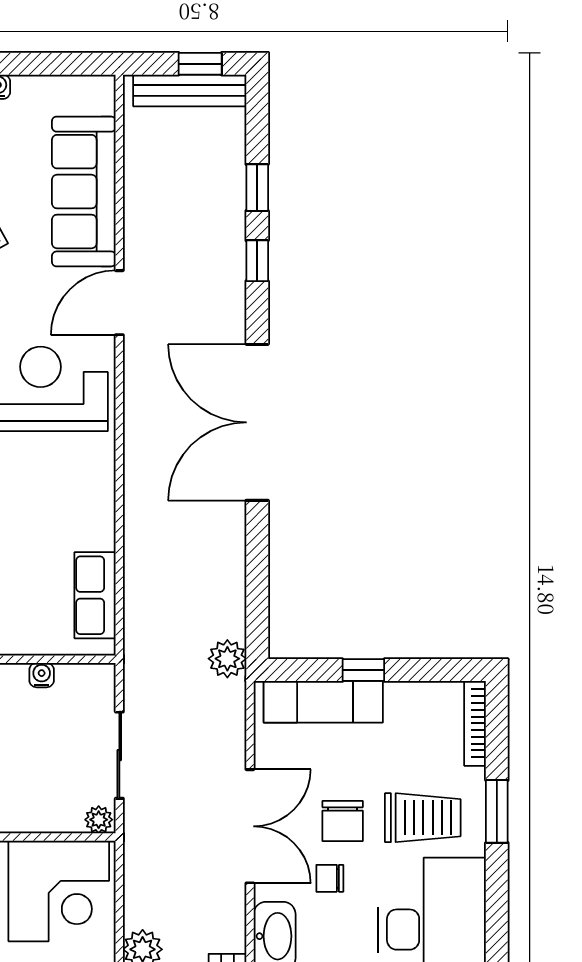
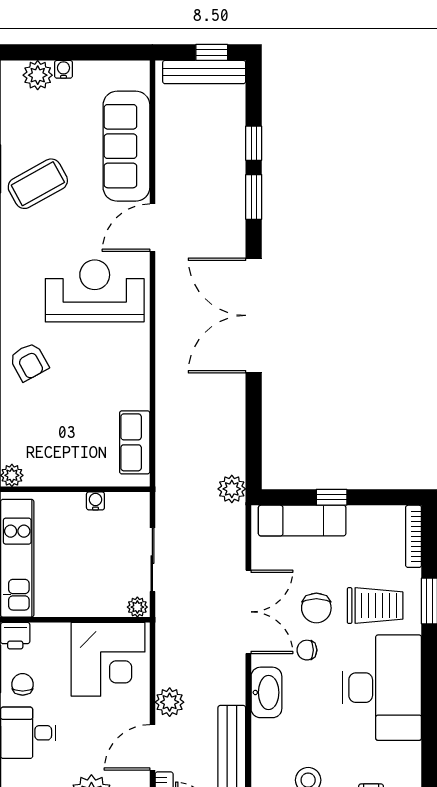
window: (257, 261) -> (254, 197), width x1.50

